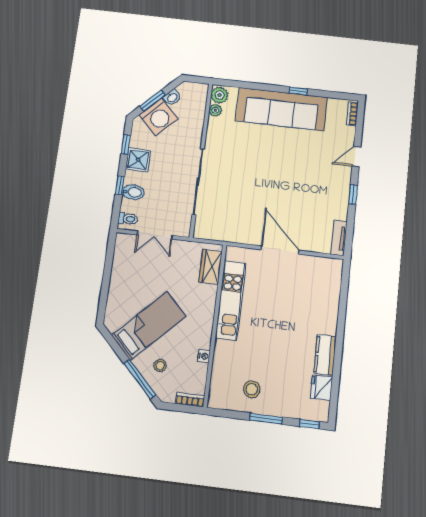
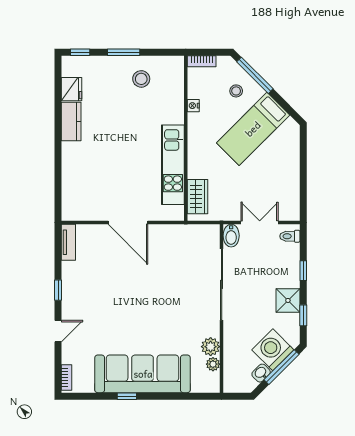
plant: (220, 95) -> (211, 347), moved
window: (153, 101) -> (282, 367), width x1.44
bidet: (133, 192) -> (231, 236), moved, turned -90

